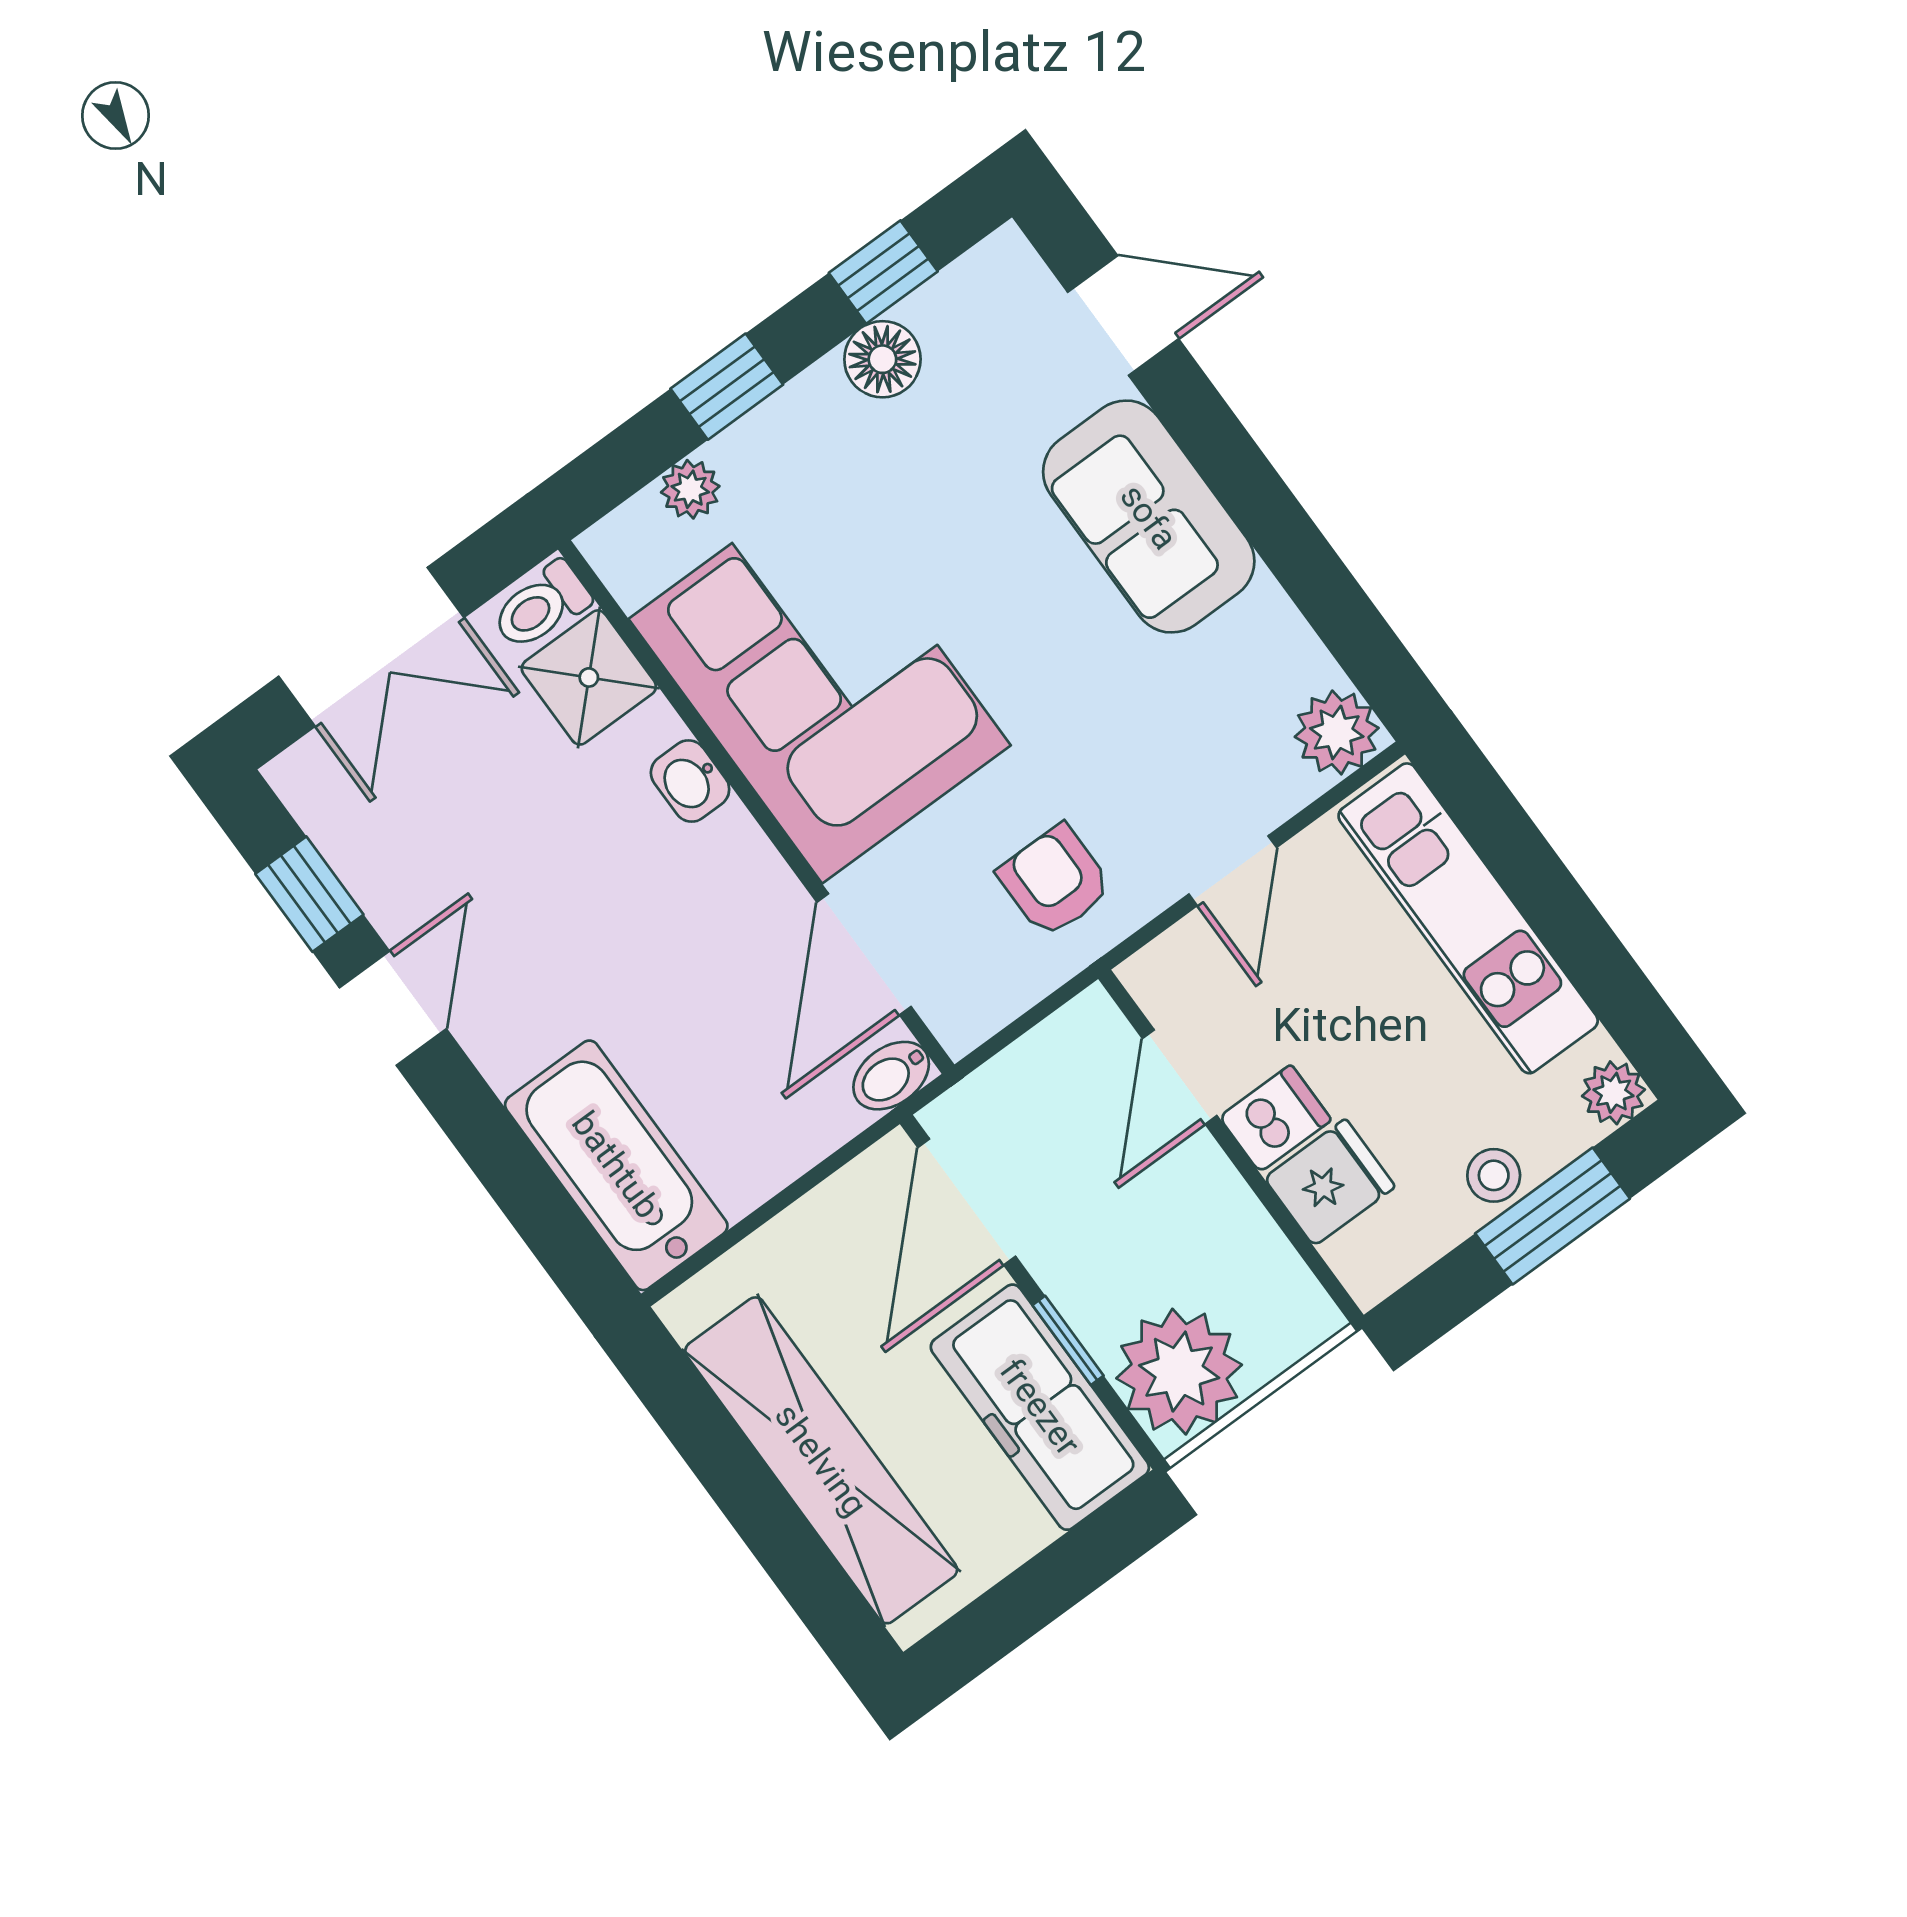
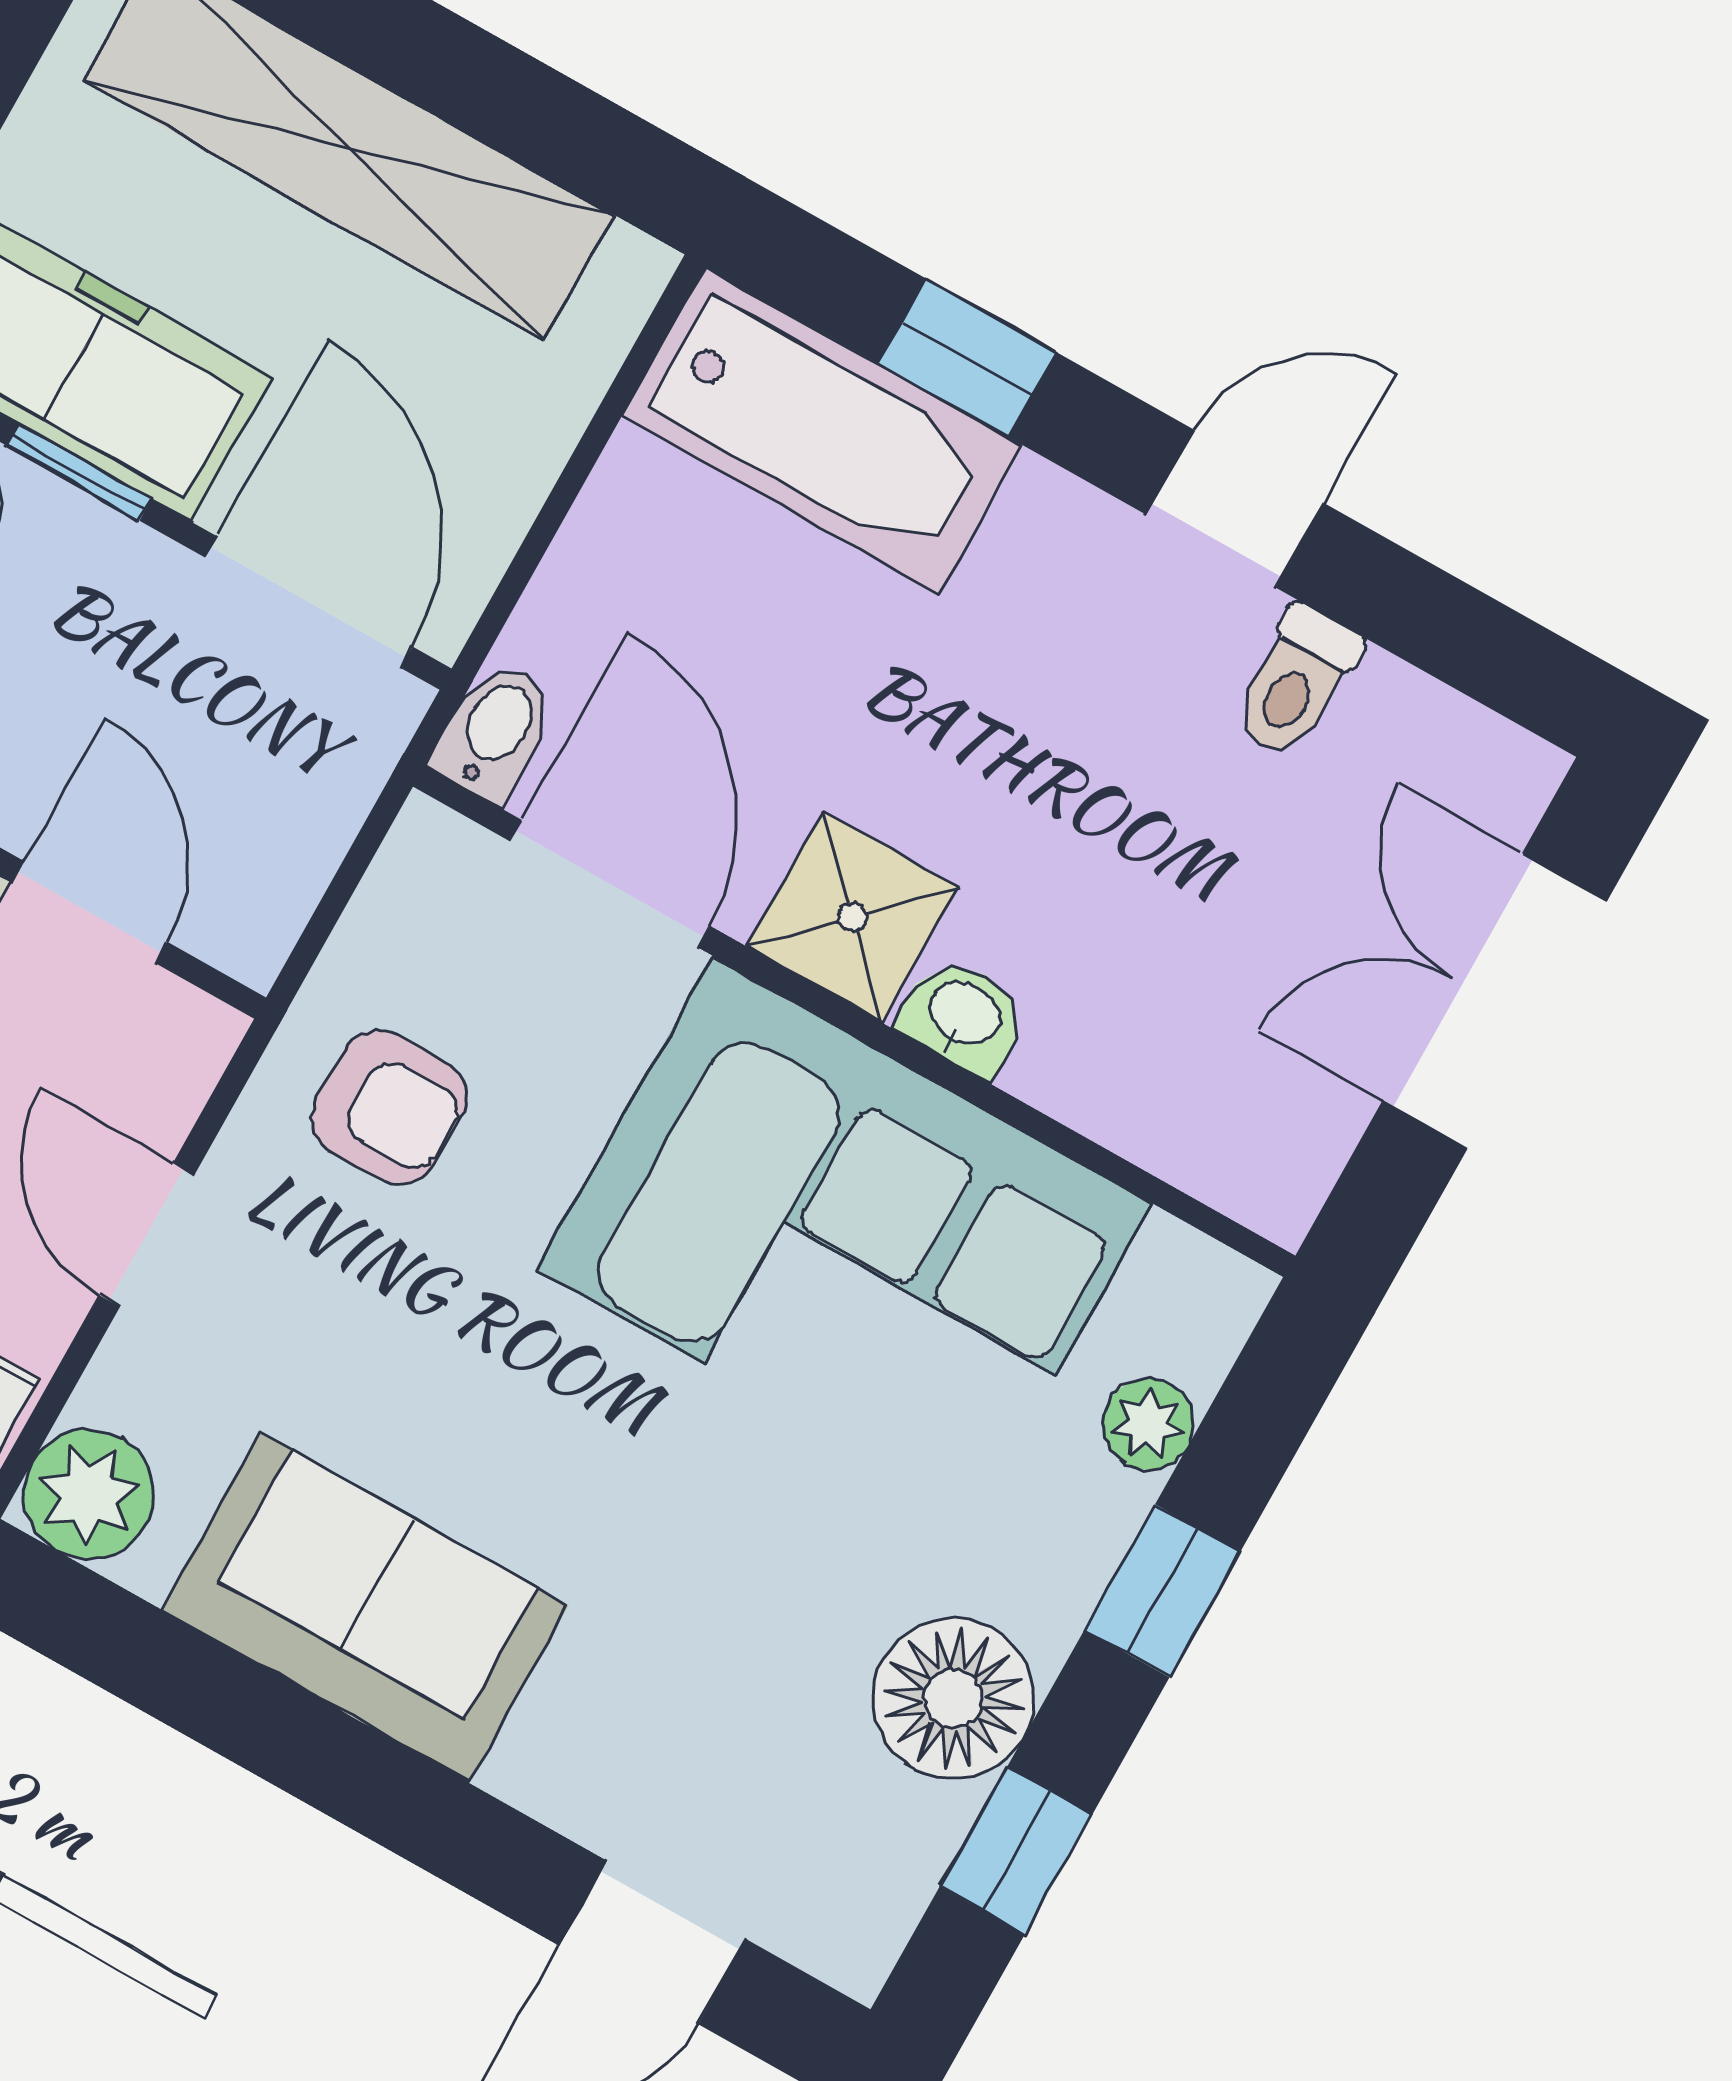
floor lamp: (882, 359) -> (953, 1698), width x1.38, depth x1.38
sofa: (1149, 517) -> (365, 1607), moved
toilet: (541, 606) -> (1296, 682), moved, turned 180
shower: (589, 677) -> (853, 917), moved
window: (309, 894) -> (967, 358), moved
door: (393, 1008) -> (1235, 509), swing flipped

